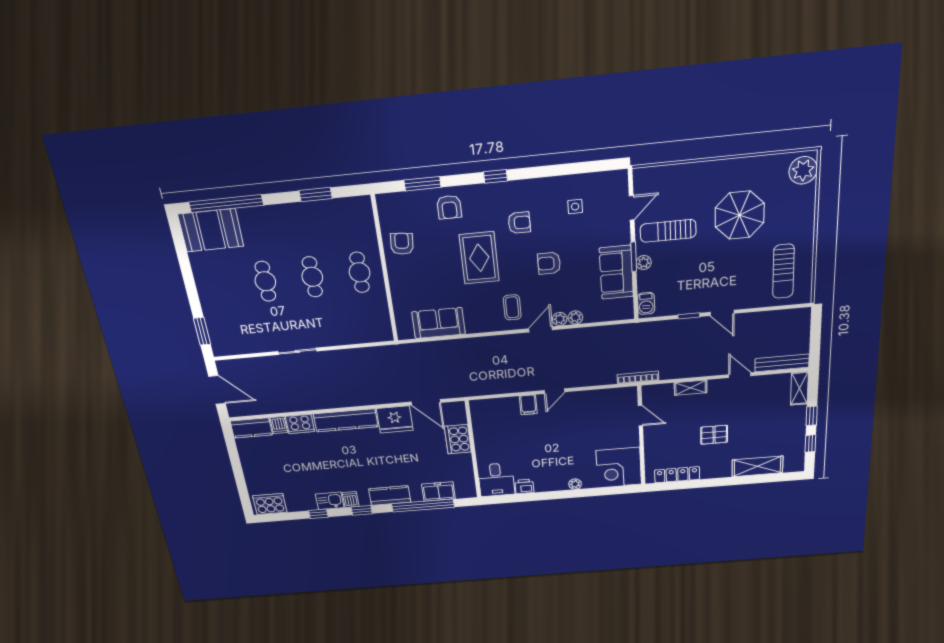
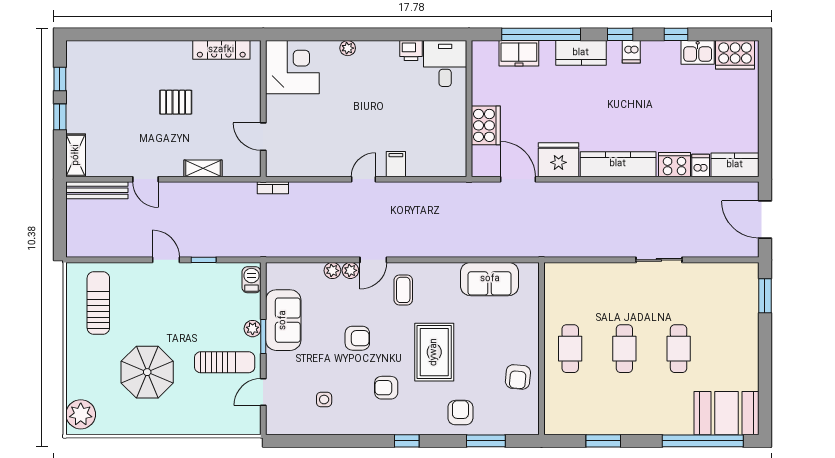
bookcase: (638, 377) -> (273, 188), width x0.64
shelving: (757, 466) -> (123, 53), removed
kitchen sink: (330, 501) -> (698, 52), moved

